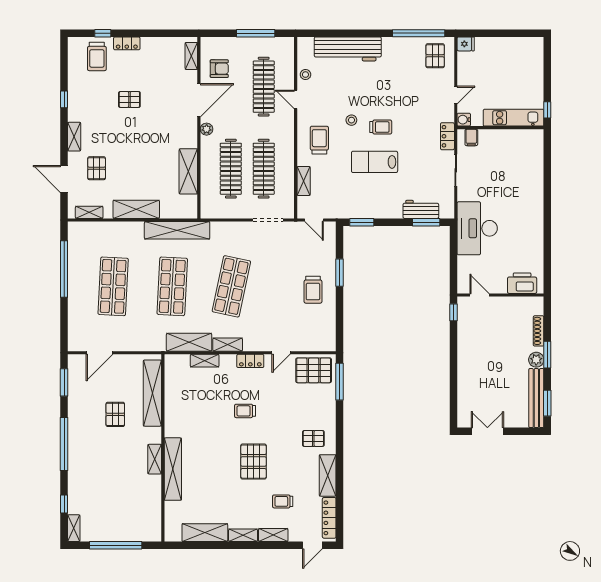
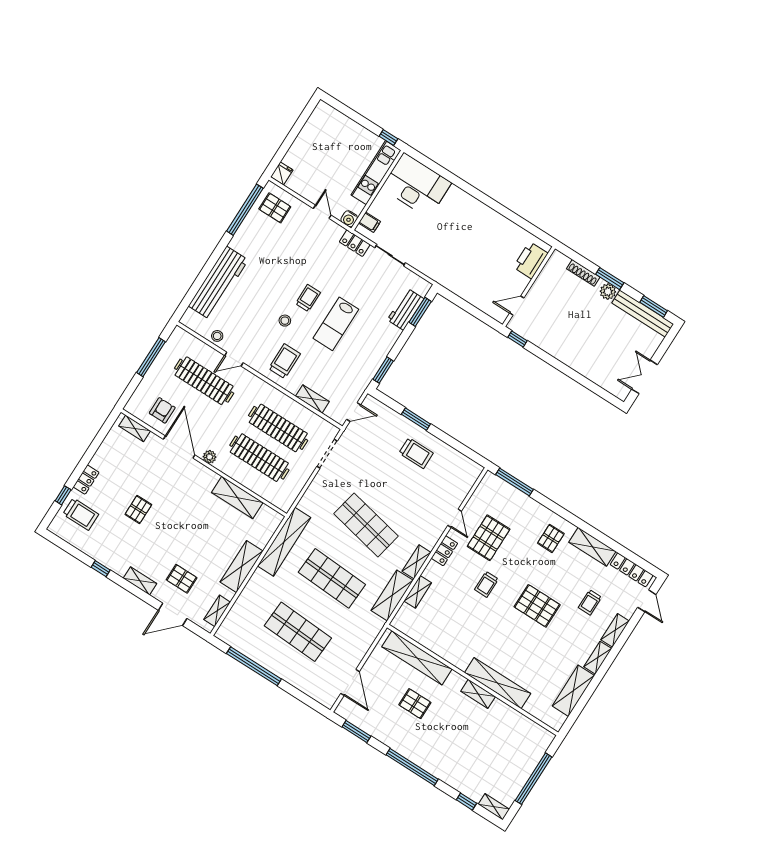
trolley: (319, 140) -> (284, 361), turned 90
desk: (477, 228) -> (416, 185), moved, turned 180
pallet: (314, 370) -> (489, 538), moved

